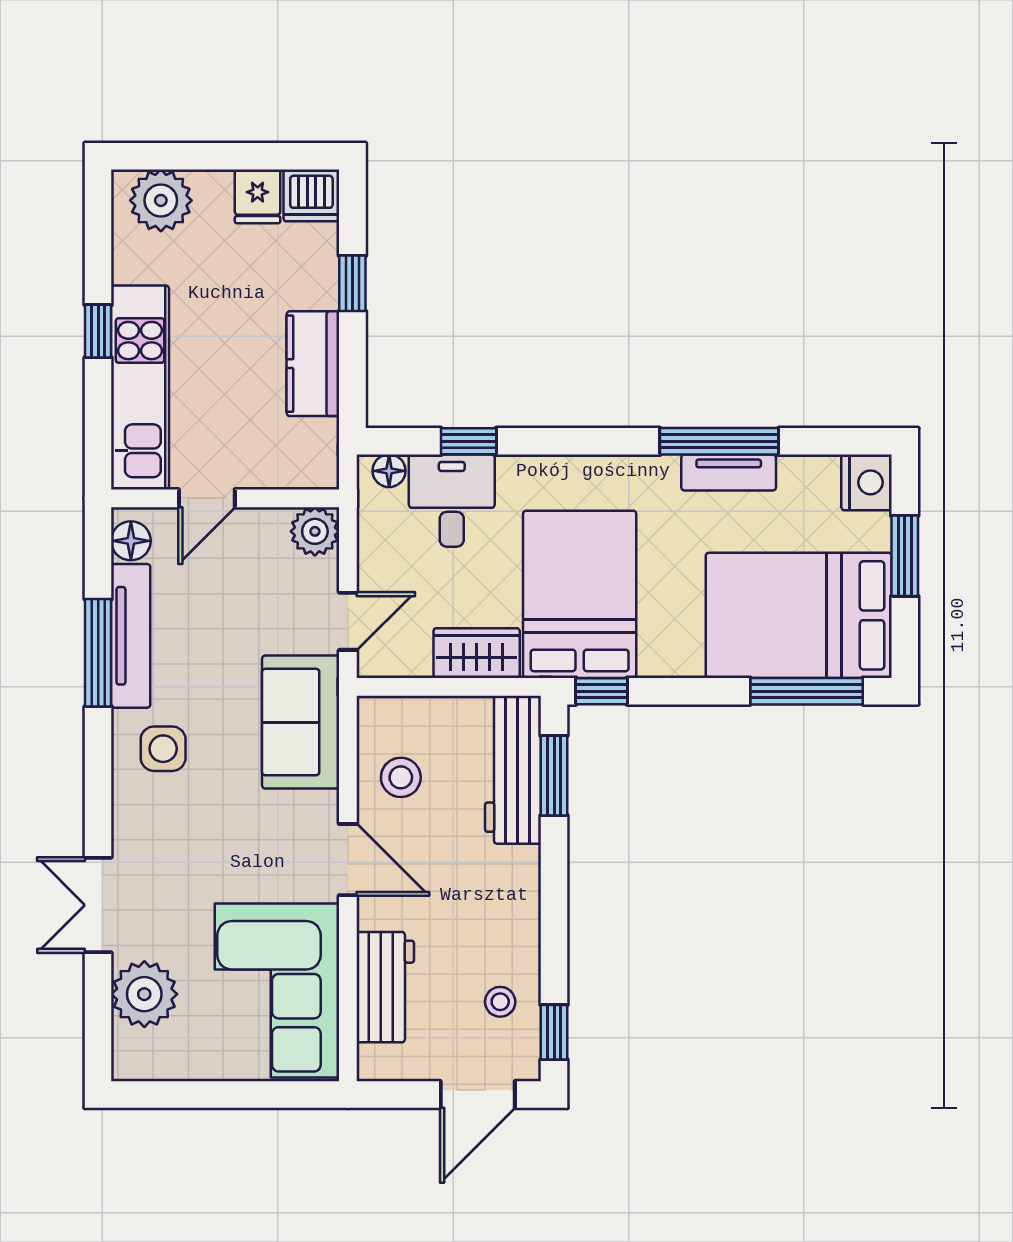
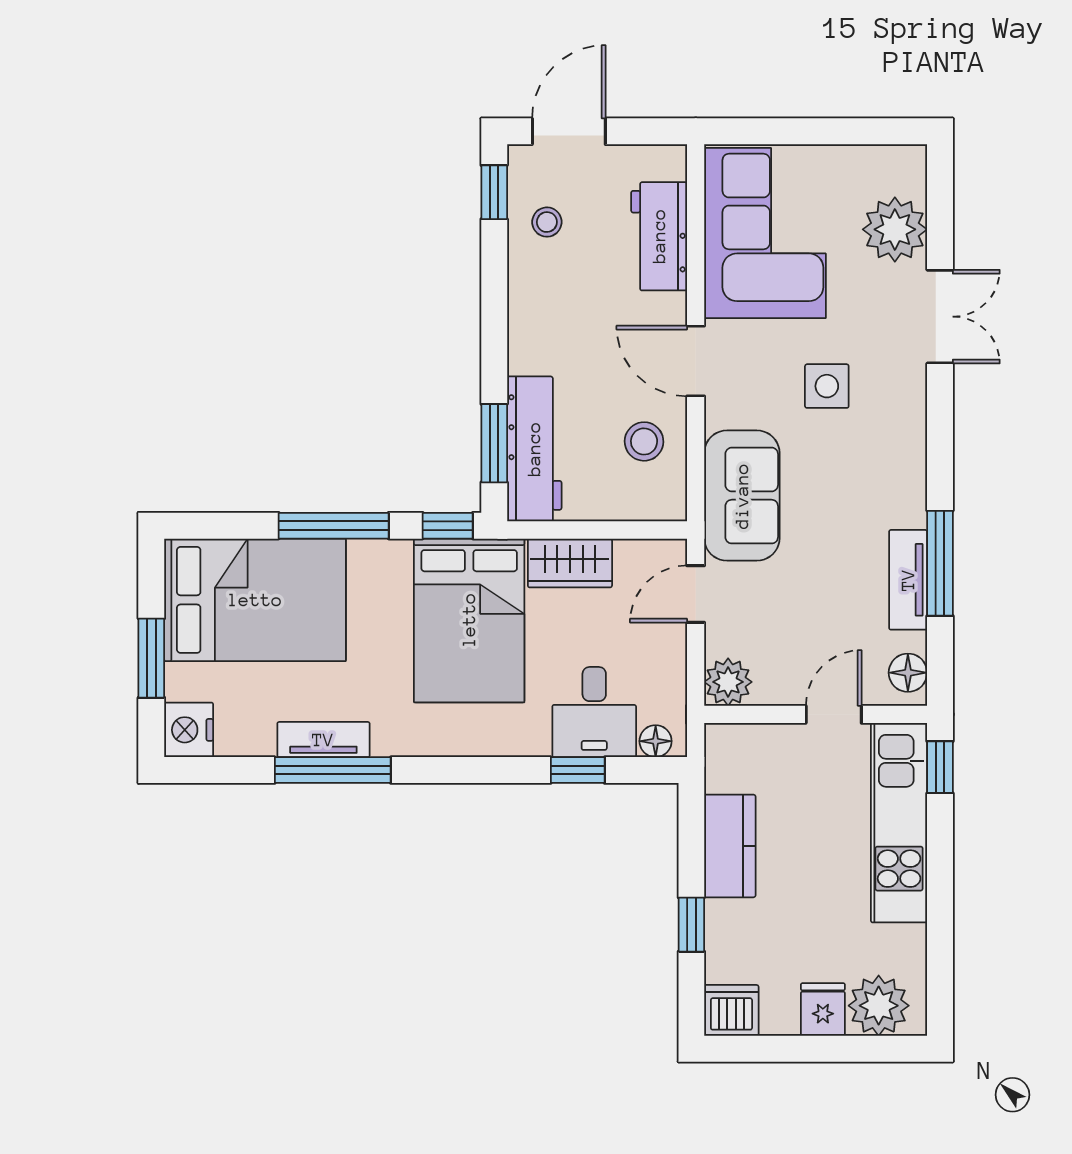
fridge: (258, 196) -> (823, 1009), moved
window: (98, 331) -> (940, 767), moved
tv unit: (131, 636) -> (908, 580), width x0.71
window: (807, 691) -> (334, 526), moved
side table: (163, 749) -> (827, 386), moved

